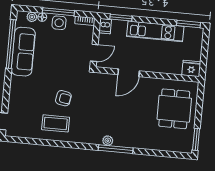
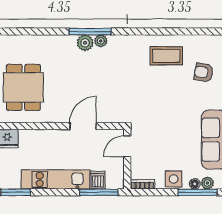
window: (58, 12) -> (198, 192), moved
window: (121, 18) -> (99, 192), width x1.44
dishwasher: (105, 26) -> (98, 180), moved
armchair: (63, 98) -> (204, 72), moved
plant: (121, 140) -> (85, 43), added

